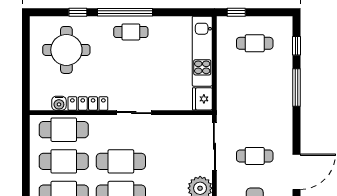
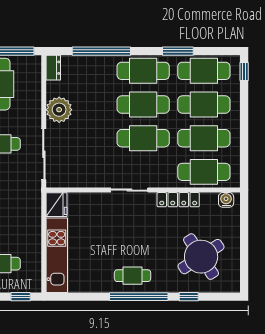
round table: (66, 50) -> (201, 257), turned -33
water cooler: (59, 103) -> (226, 200), moved

